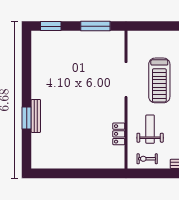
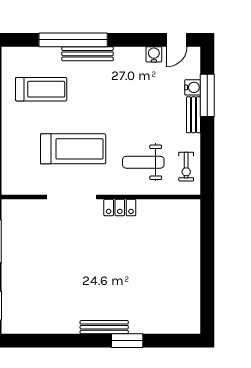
bench: (36, 116) -> (104, 327), moved
locker: (119, 134) -> (120, 208), moved

